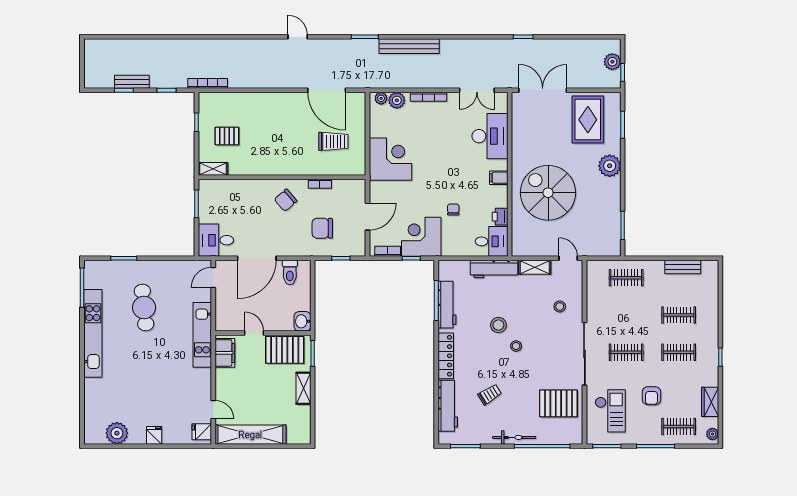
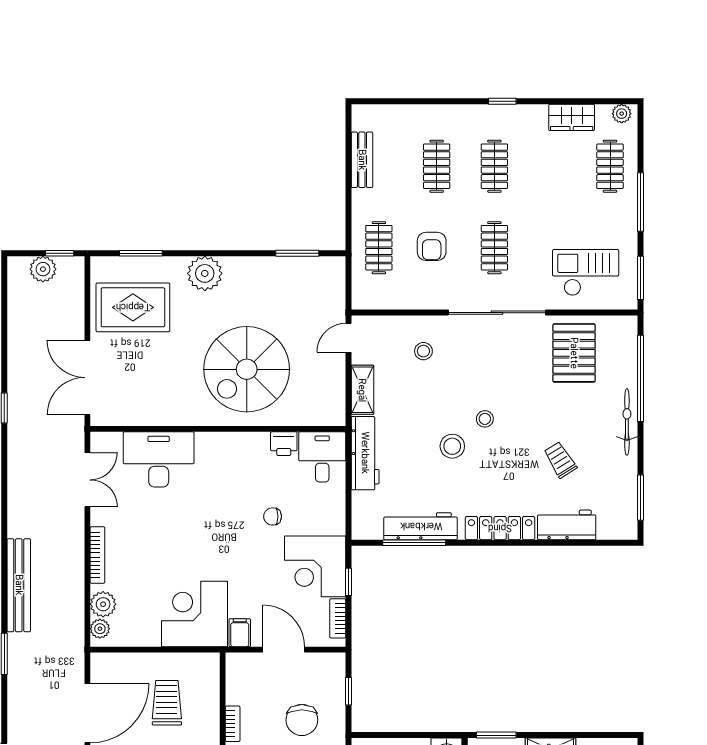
filing cabinet: (499, 178) -> (240, 633), moved, turned 180
armchair: (651, 396) -> (432, 246), moved, turned 90
workbench: (448, 406) -> (567, 525), width x0.73

